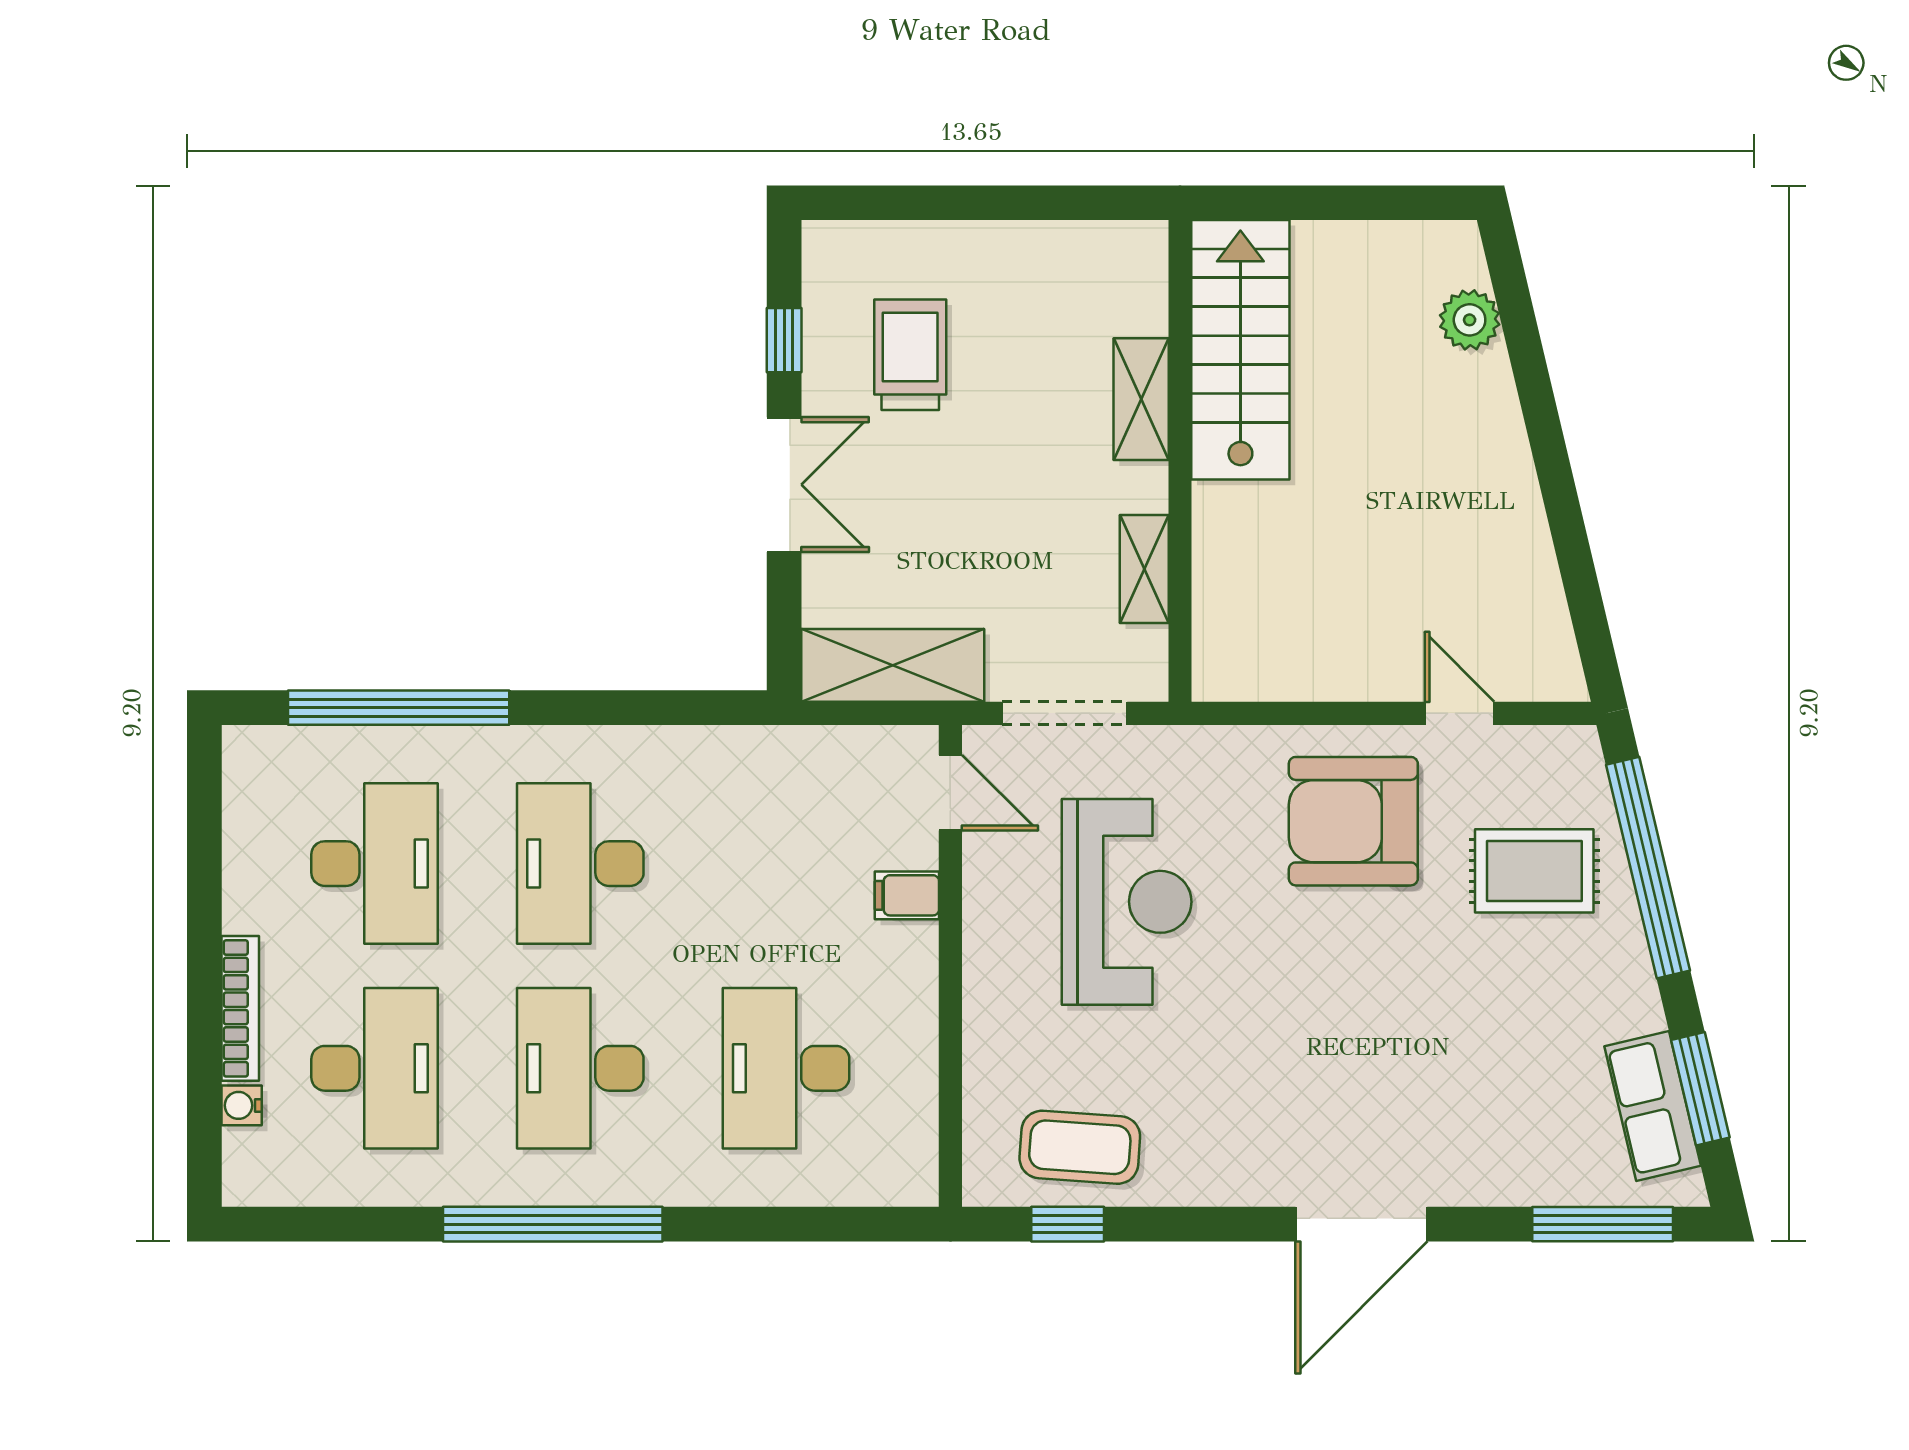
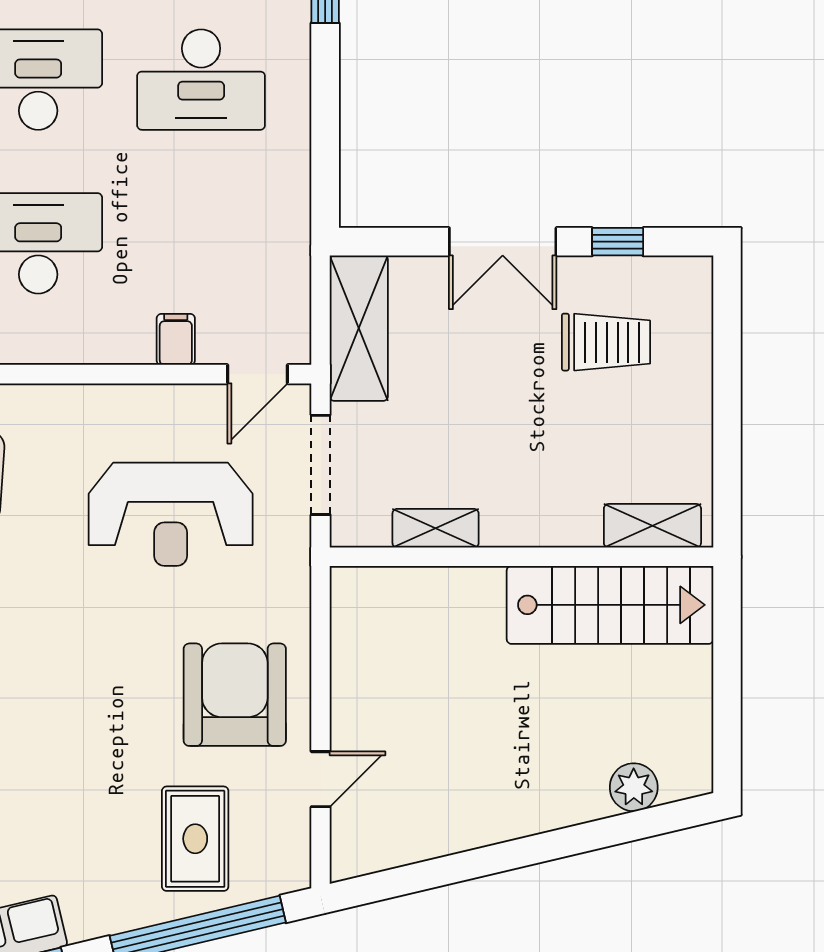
shelving: (1141, 399) -> (652, 526), moved
desk: (580, 864) -> (201, 80), turned 180

